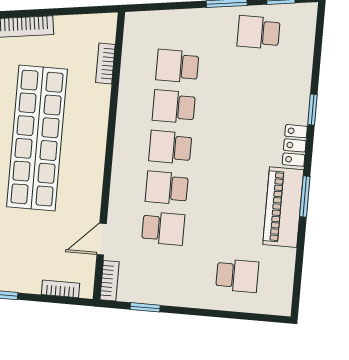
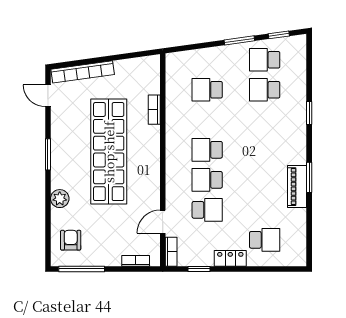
bookcase: (105, 64) -> (154, 110), moved
school desk: (174, 107) -> (265, 90), moved
locker: (295, 145) -> (230, 258), moved, turned 90
piano: (283, 207) -> (297, 187), width x0.73, depth x0.75

